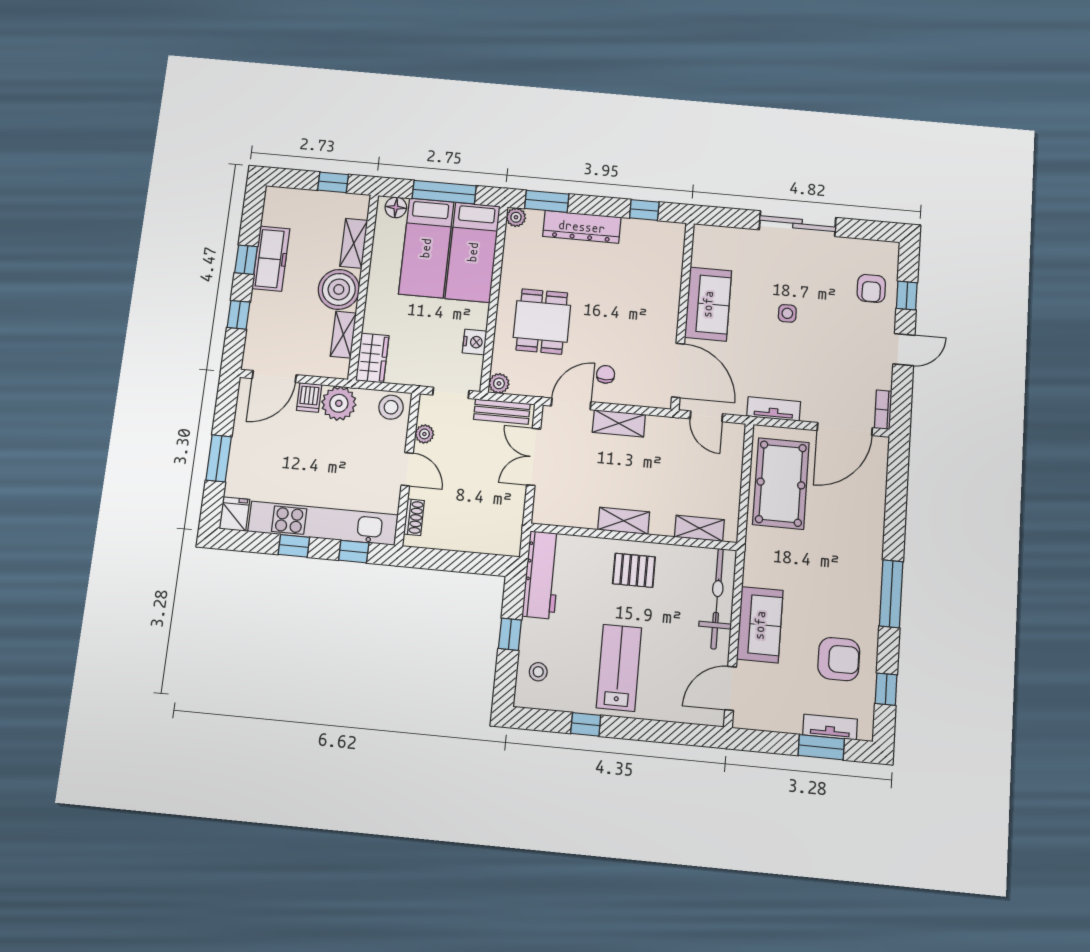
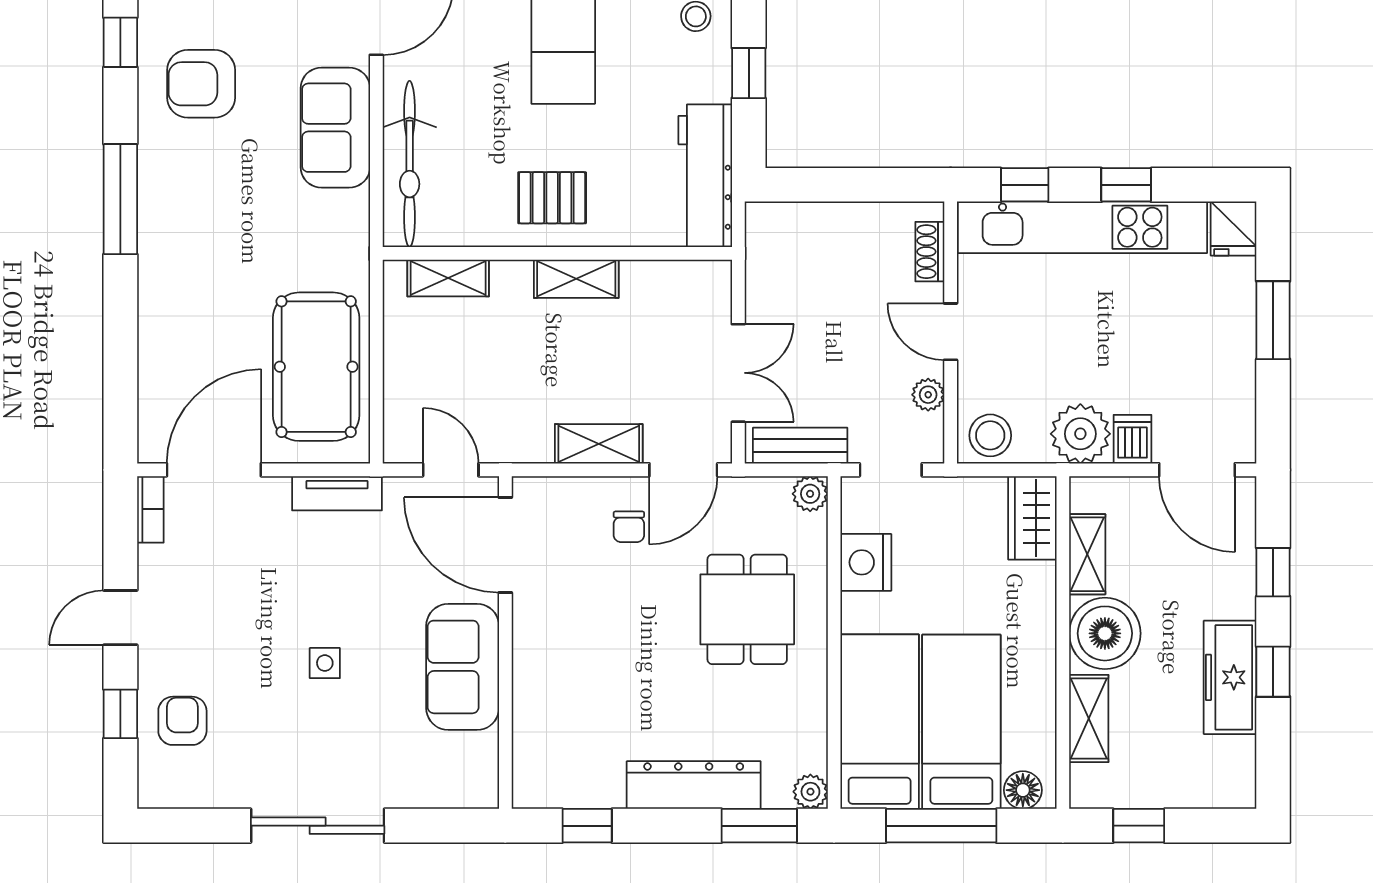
nightstand: (475, 342) -> (866, 562), width x1.36, depth x1.33
door: (274, 377) -> (1197, 470), swing flipped

